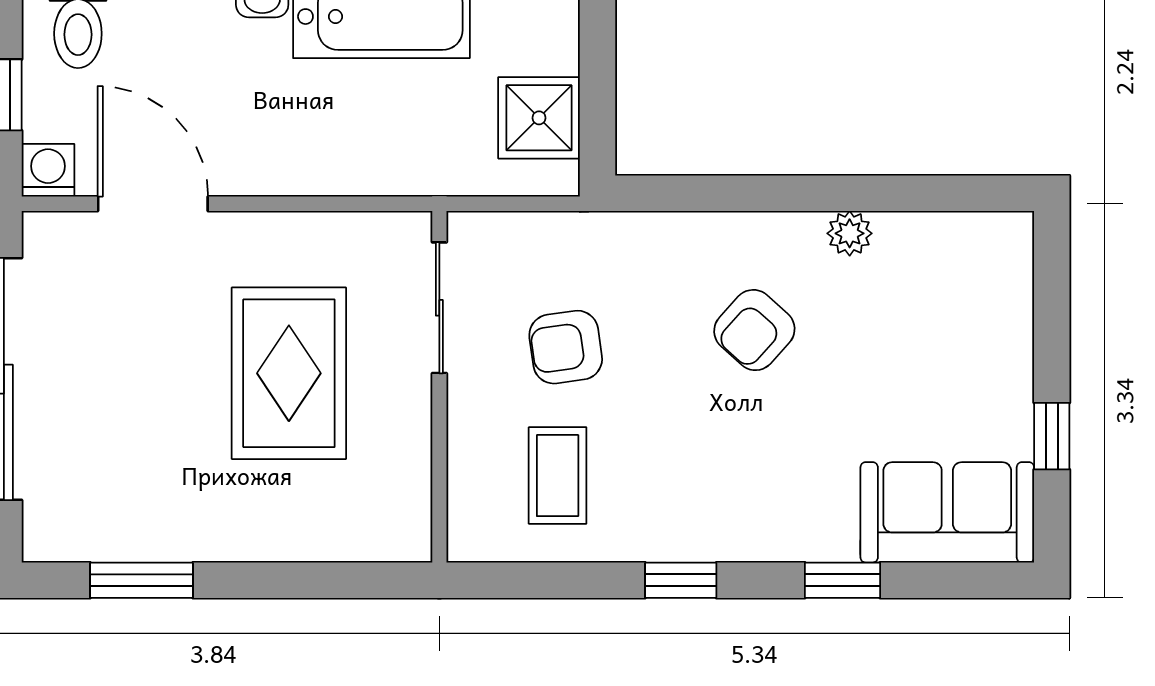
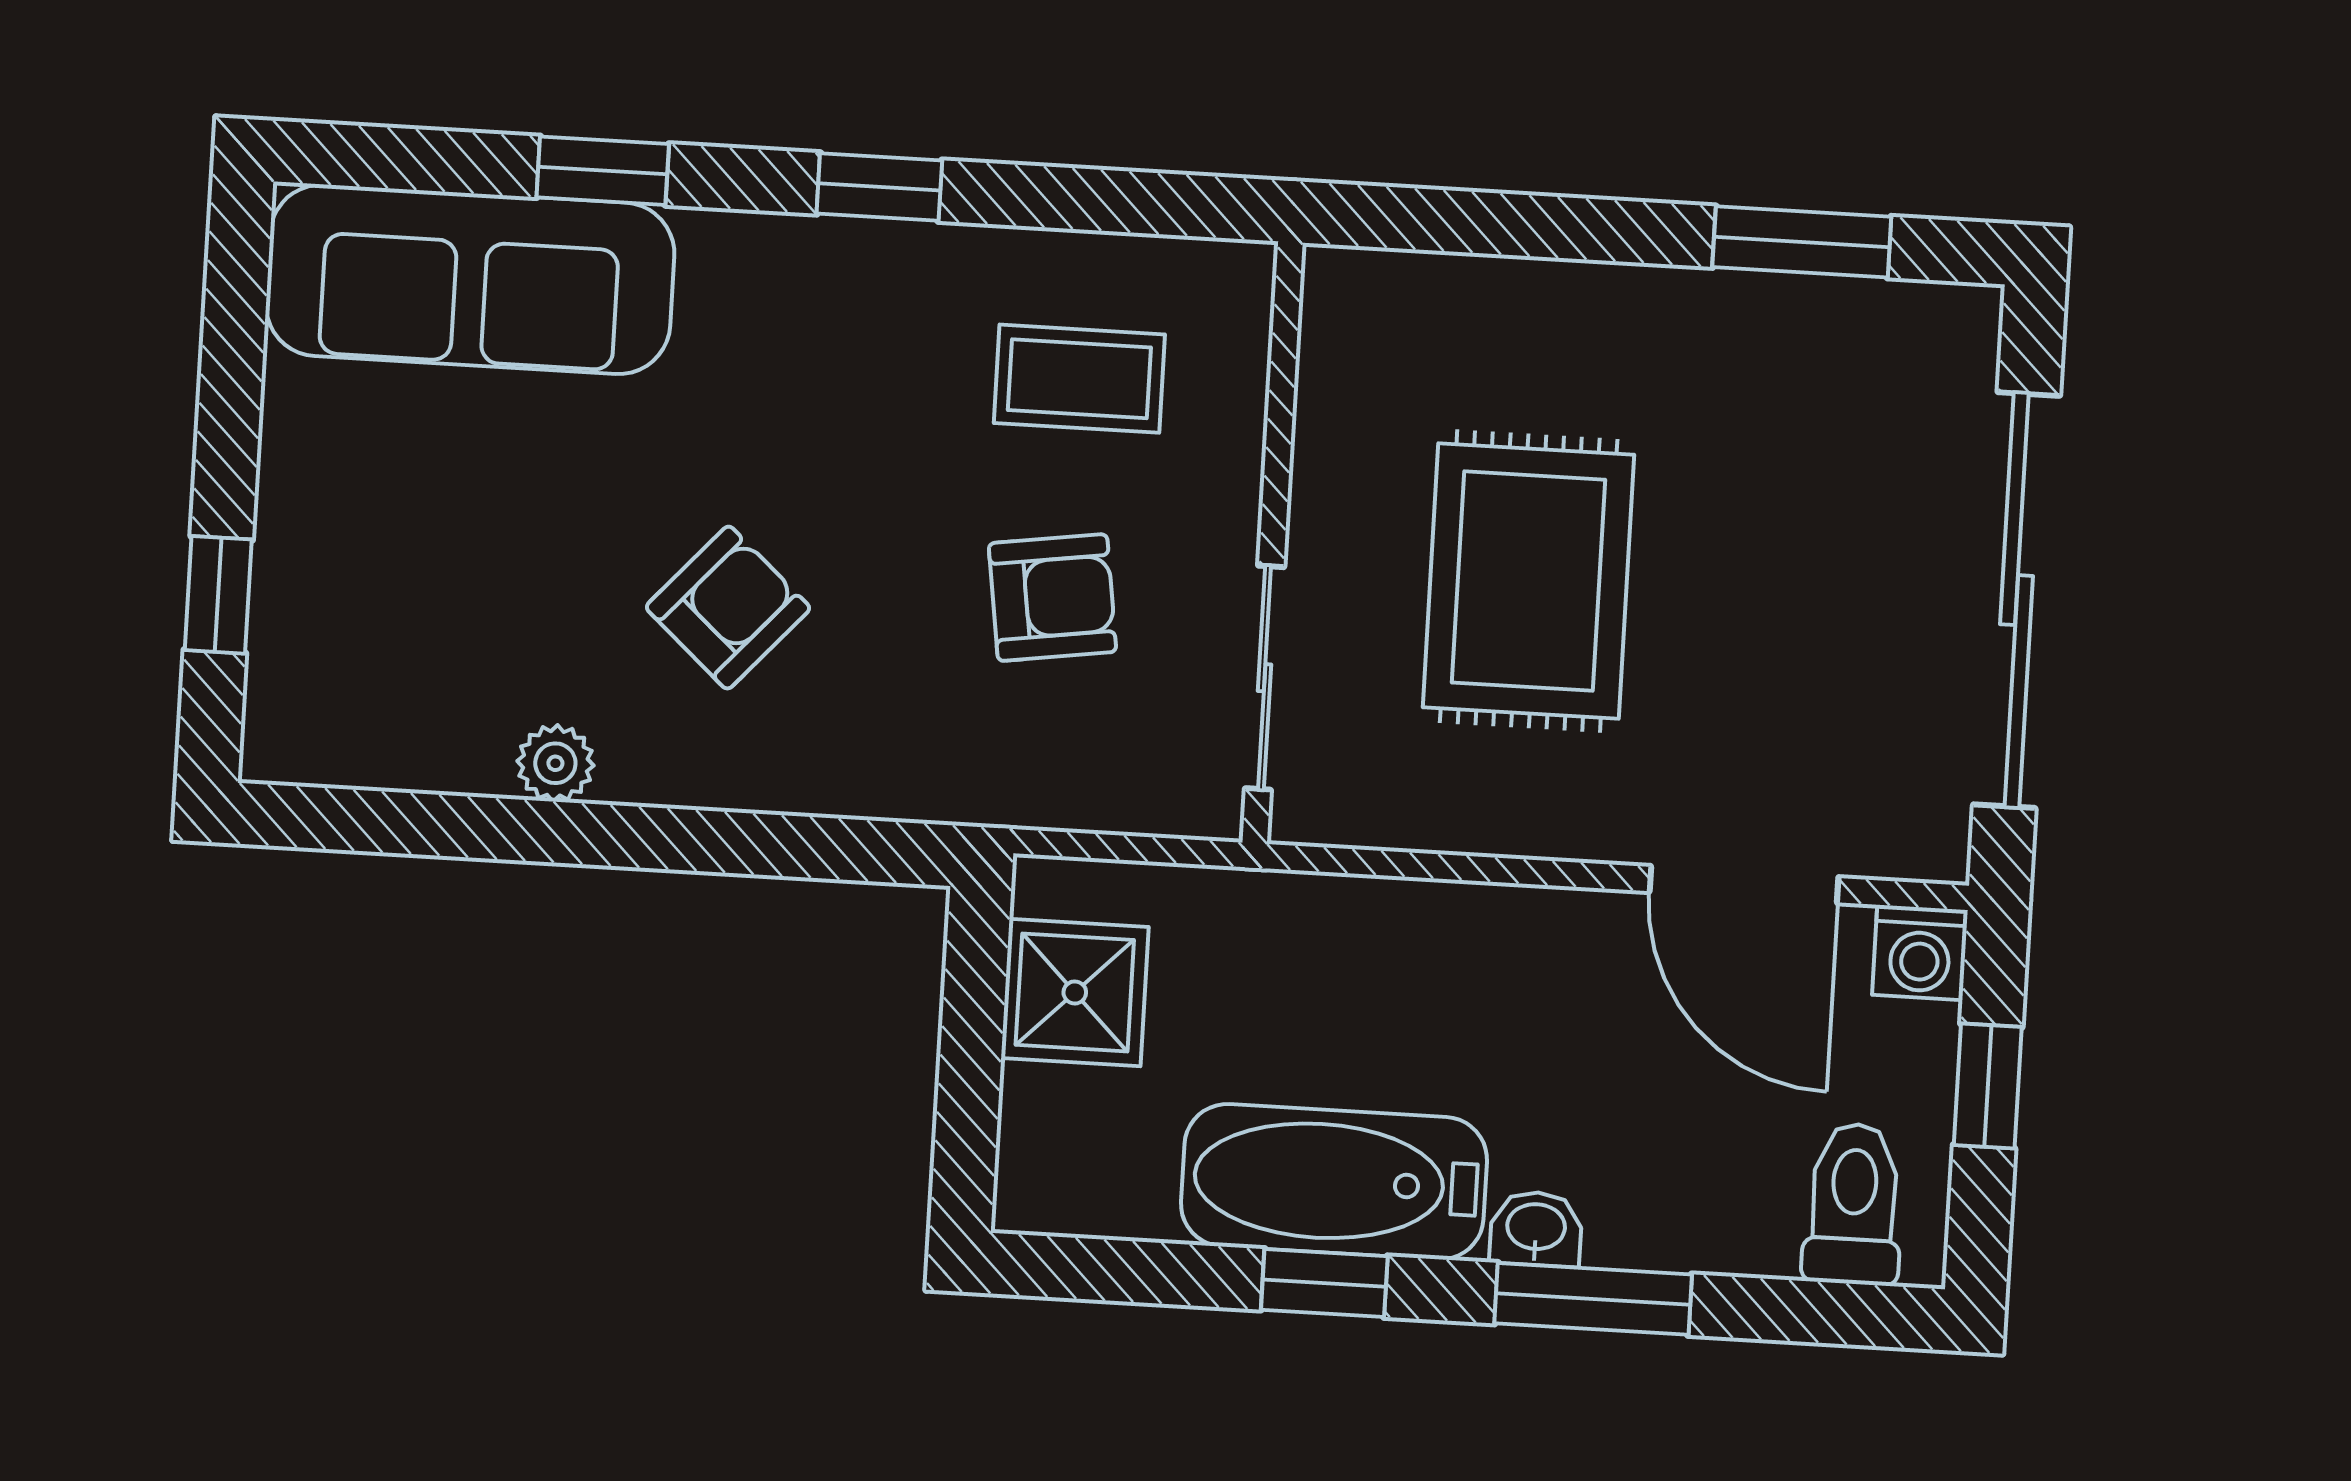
window: (1052, 436) -> (218, 595), moved
coffee table: (558, 476) -> (1079, 379), turned 90
sofa: (947, 512) -> (470, 279), width x1.36

